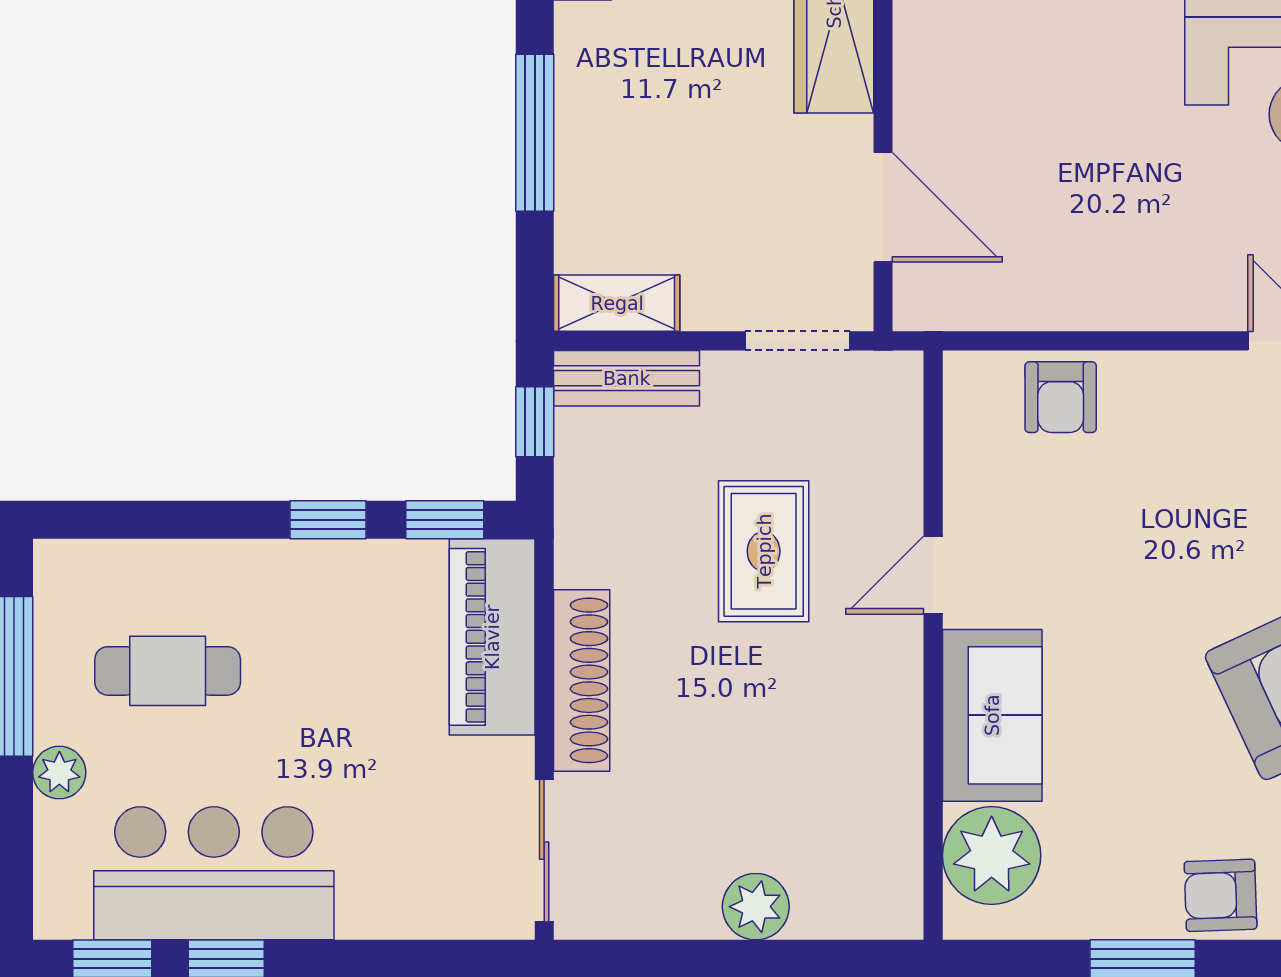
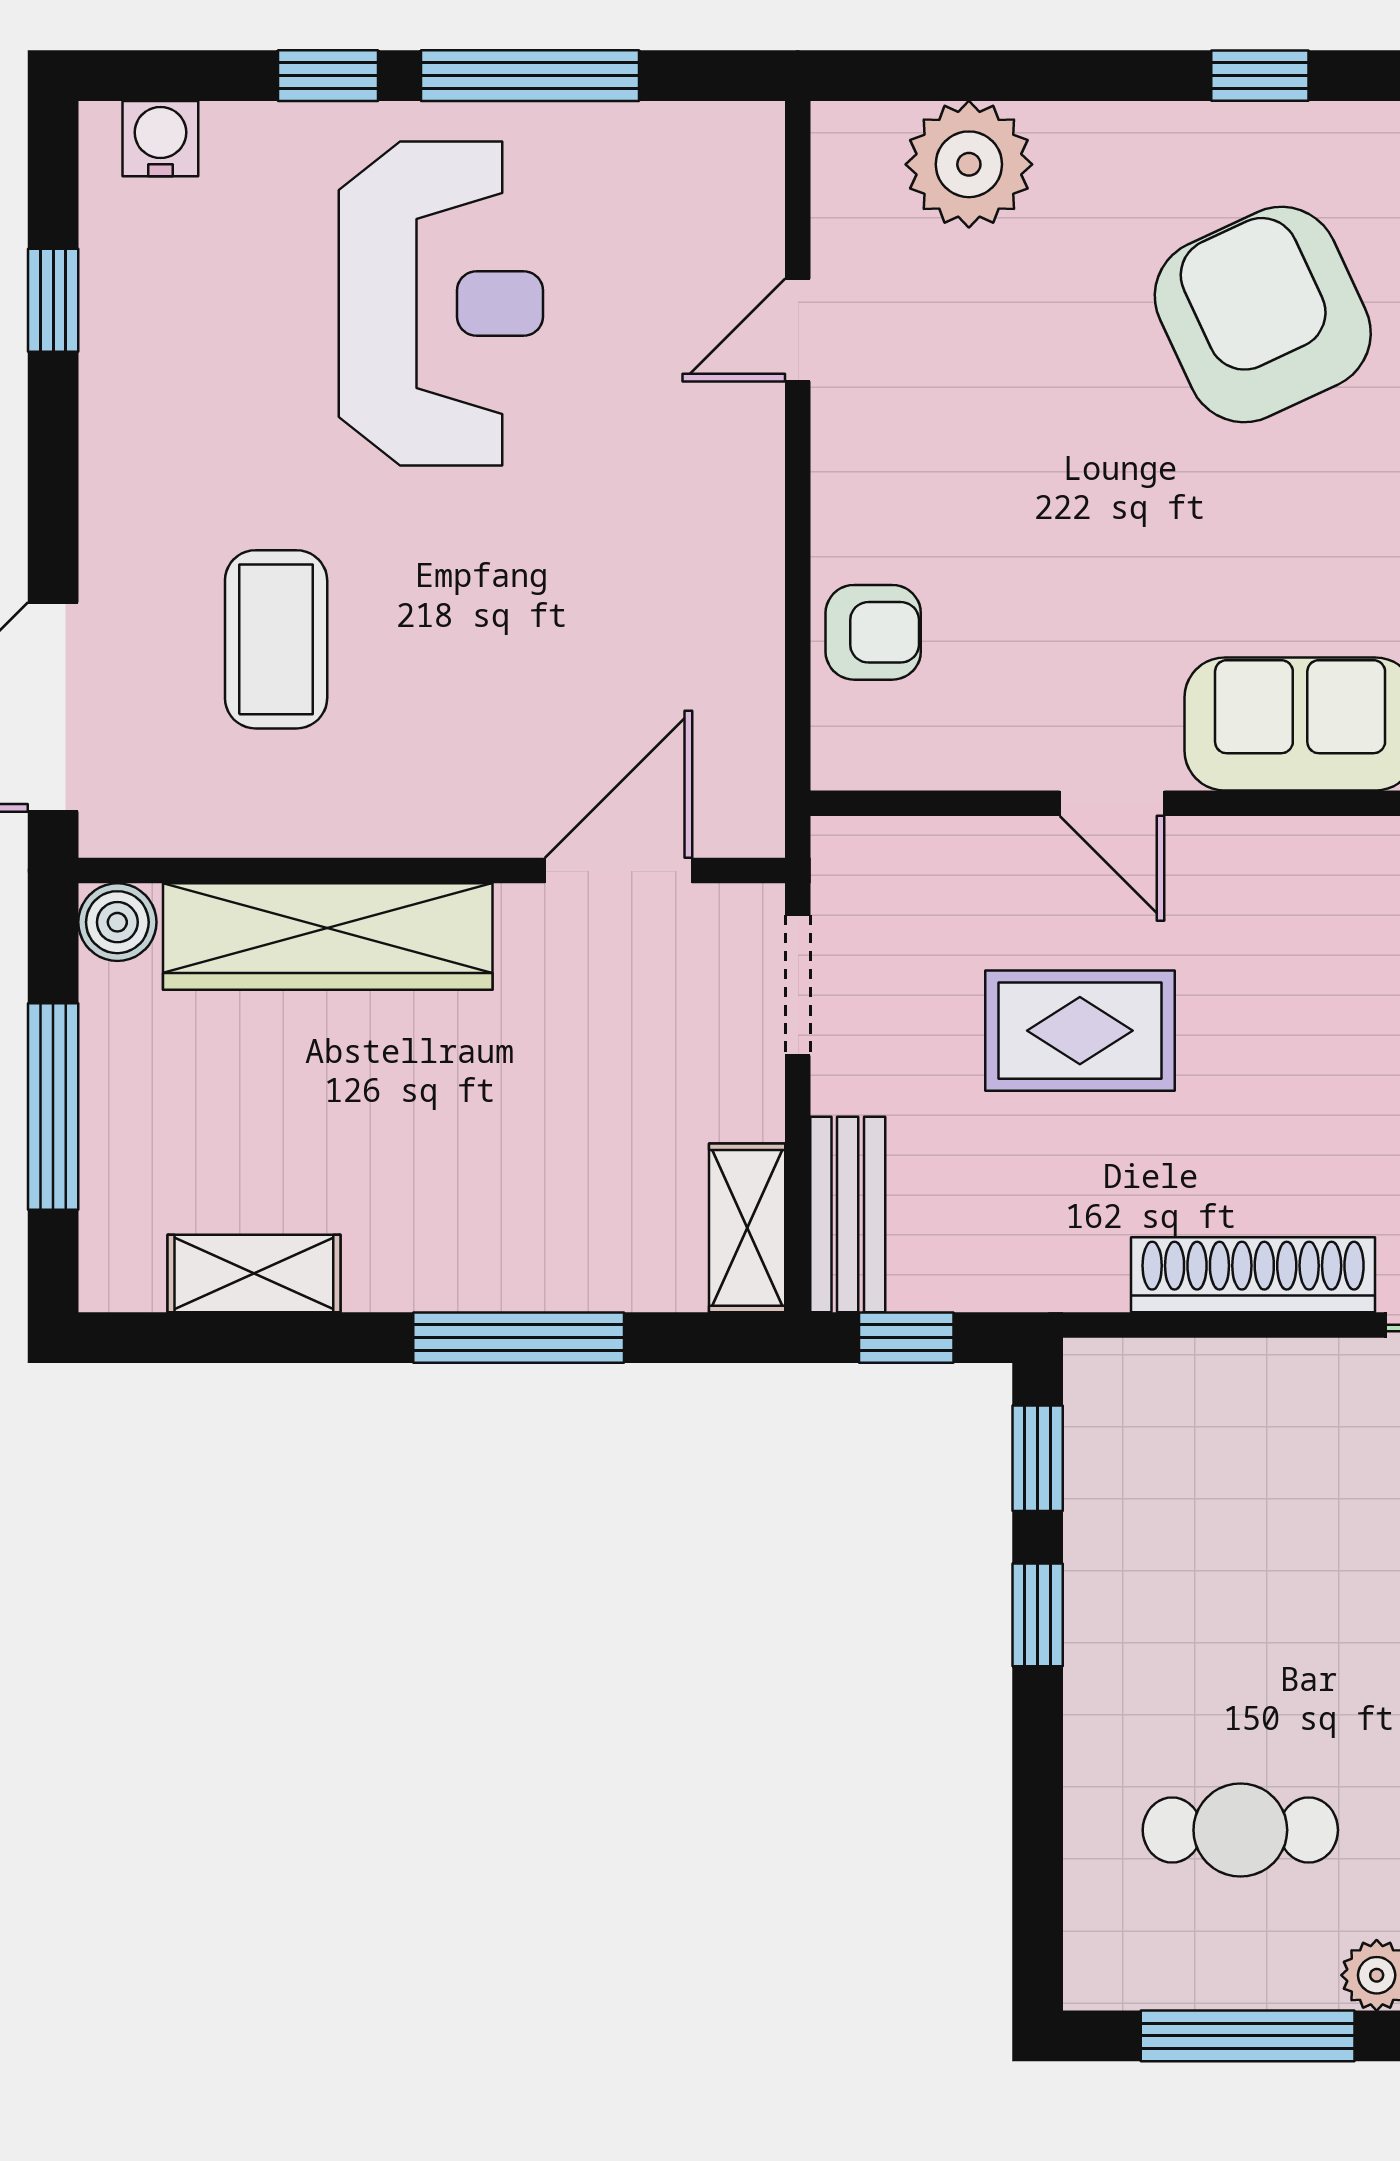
piano: (492, 637) -> (1195, 1395), removed
cafe table: (168, 671) -> (1240, 1830), turned 90

